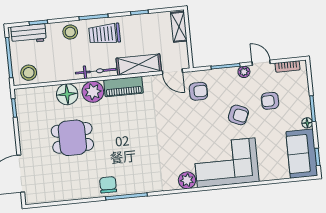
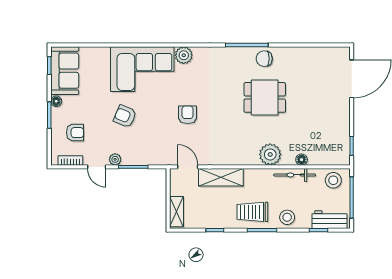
trolley: (105, 34) -> (252, 212), turned 180
bicycle: (96, 71) -> (295, 175), moved
piano: (123, 87) -> (239, 157), removed
armchair: (198, 91) -> (188, 115), moved, turned 90
floor lamp: (67, 94) -> (302, 160), width x0.53, depth x0.53
armchair: (270, 101) -> (75, 133), moved
dining table: (72, 138) -> (265, 97), moved
chair: (108, 185) -> (264, 59), turned 90

